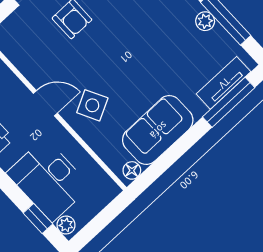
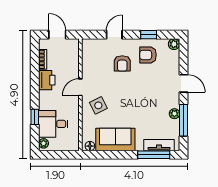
door: (45, 103) -> (80, 87), swing flipped
desk: (48, 180) -> (53, 124), width x0.73
window: (38, 219) -> (35, 117), moved

